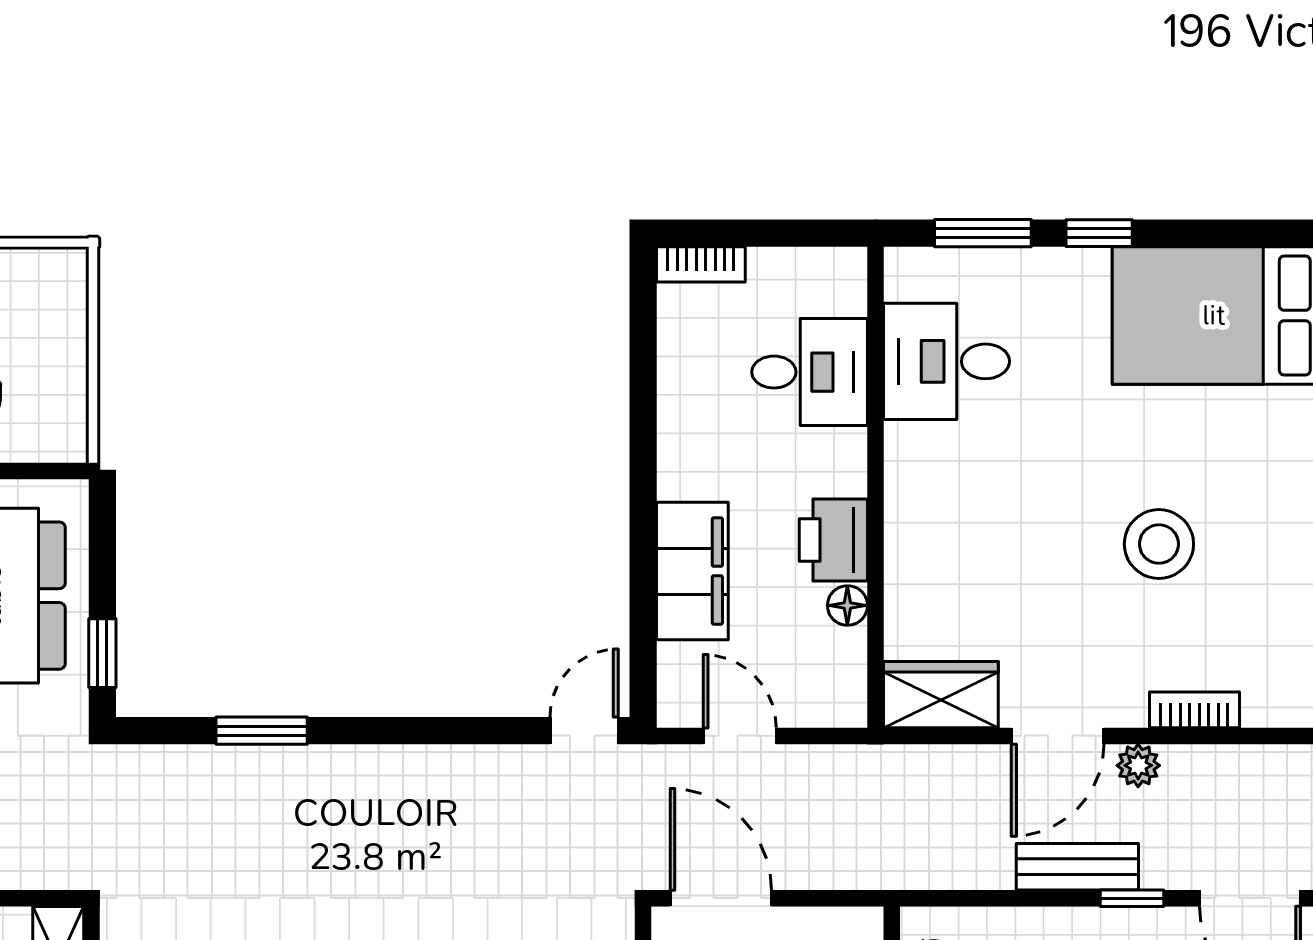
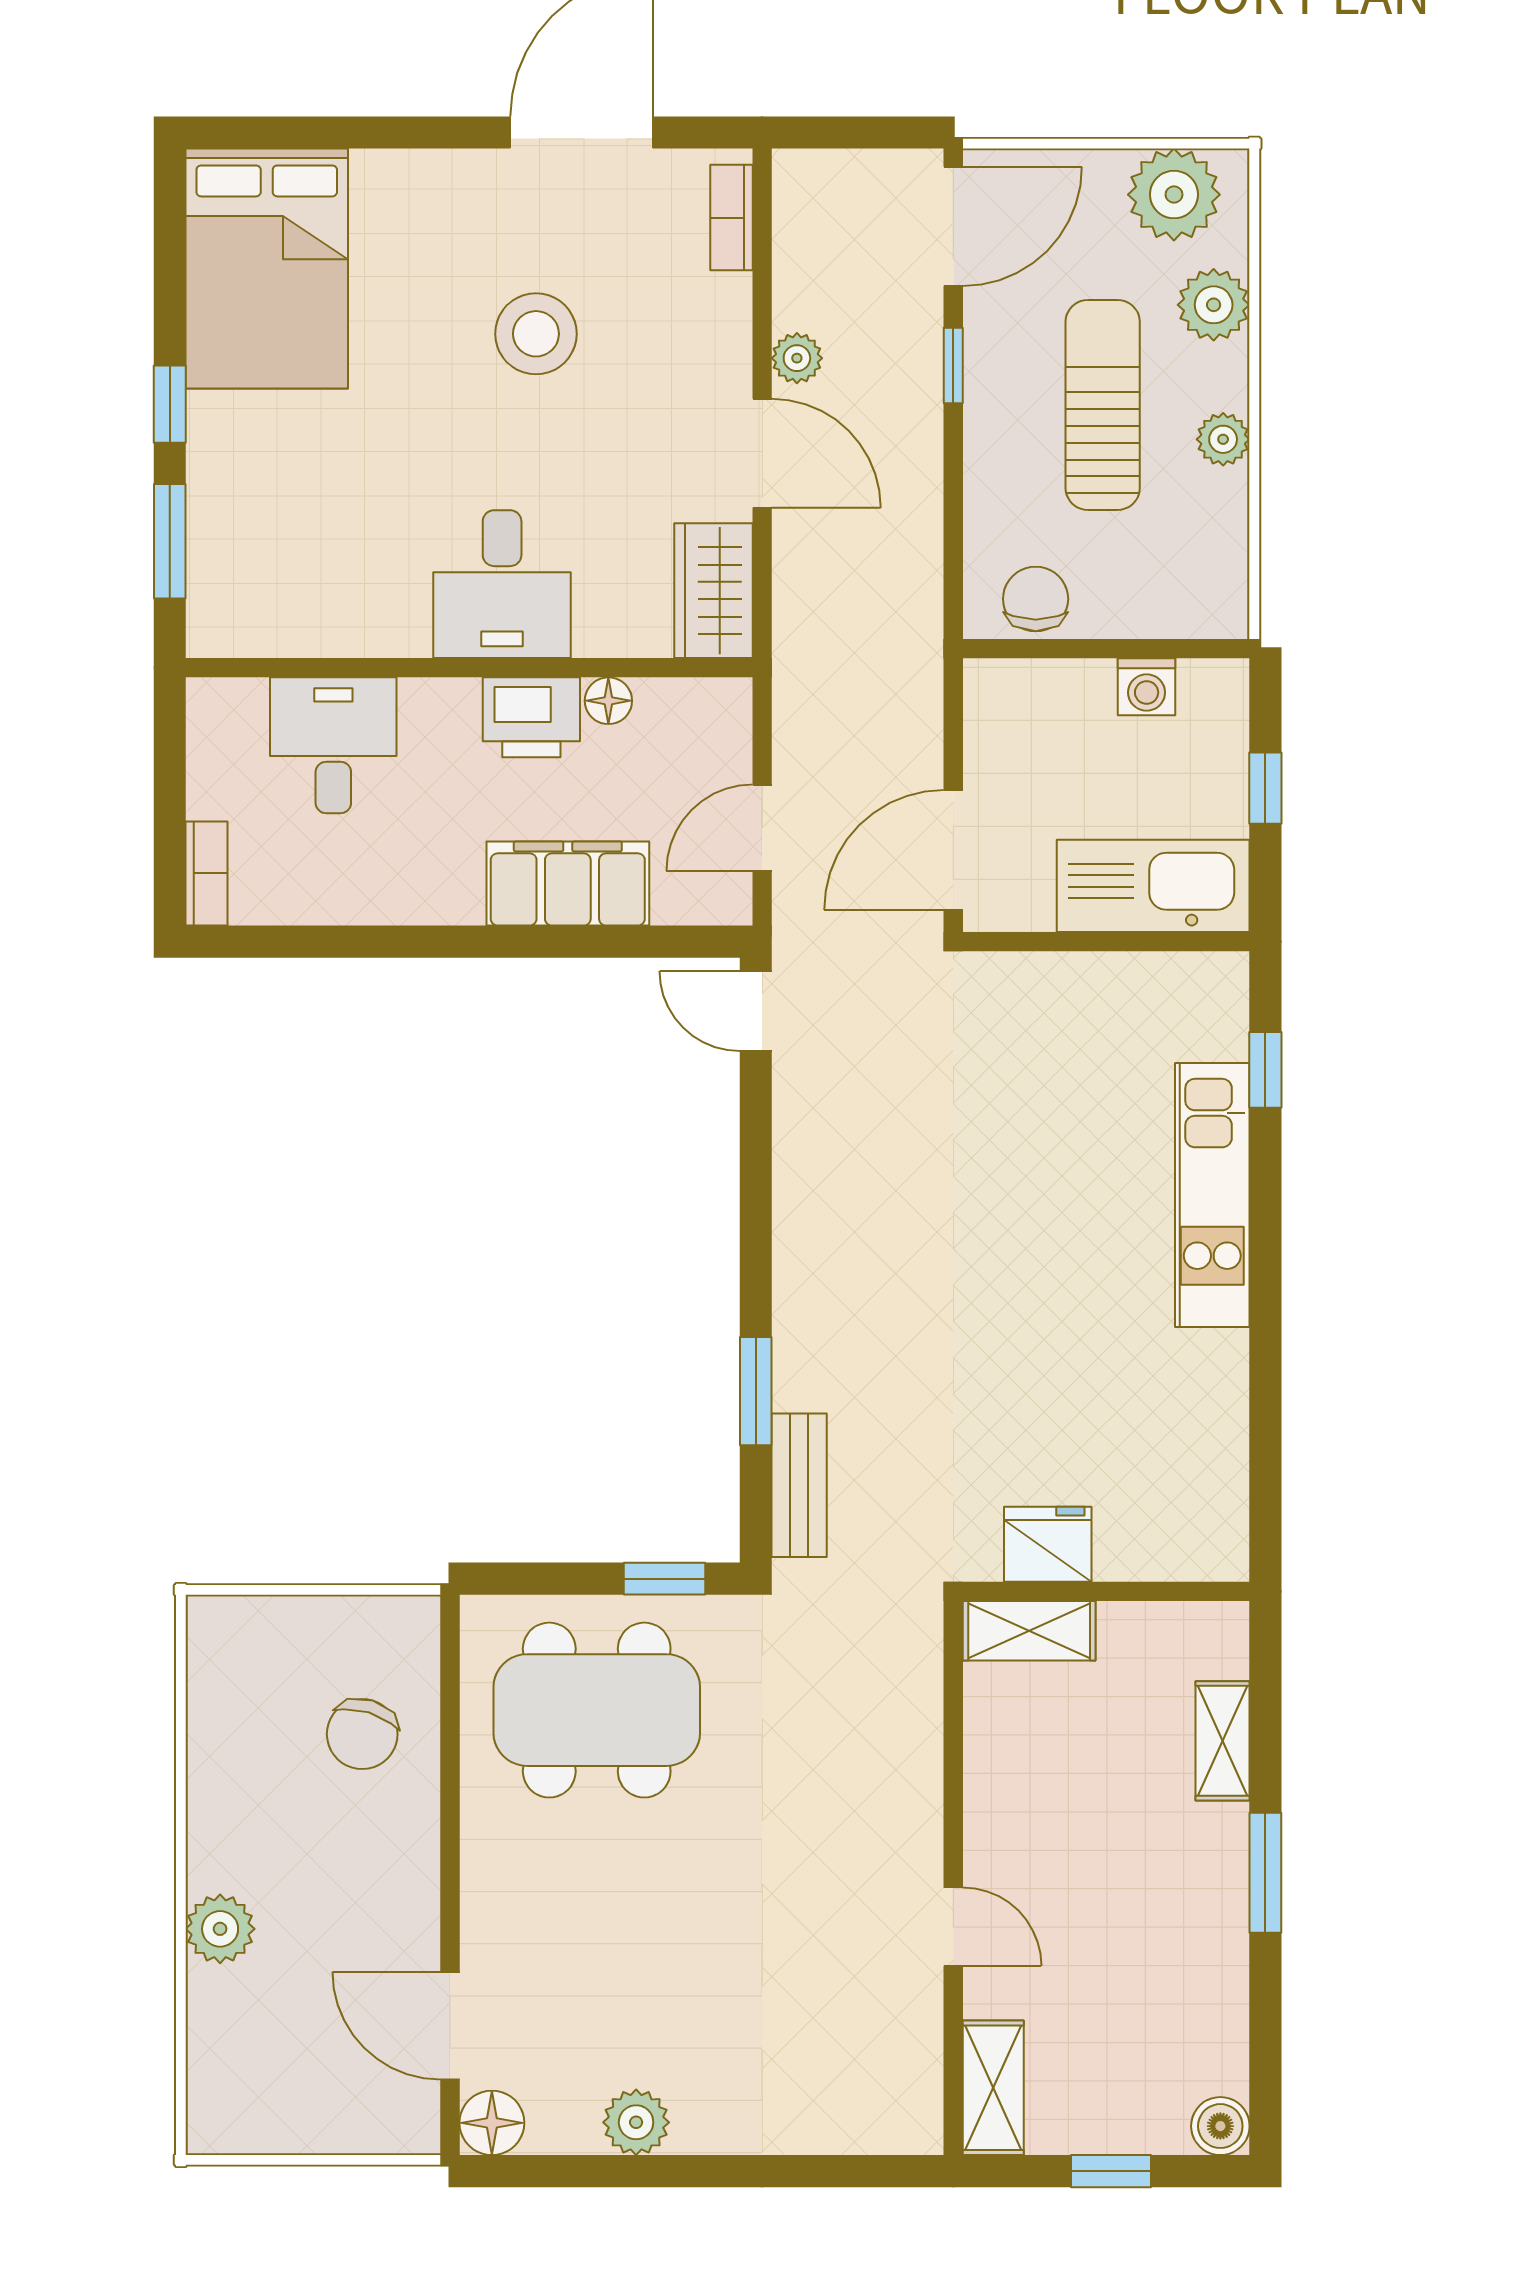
desk: (946, 361) -> (502, 584), moved
bookcase: (1194, 710) -> (731, 218), moved
bench: (1077, 867) -> (799, 1485), moved

